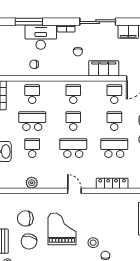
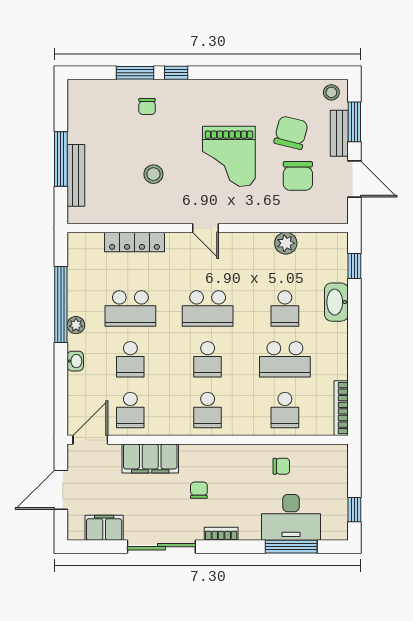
desk: (41, 37) -> (291, 517), moved
chair: (25, 218) -> (298, 176), turned 90
stool: (93, 243) -> (153, 174), moved

